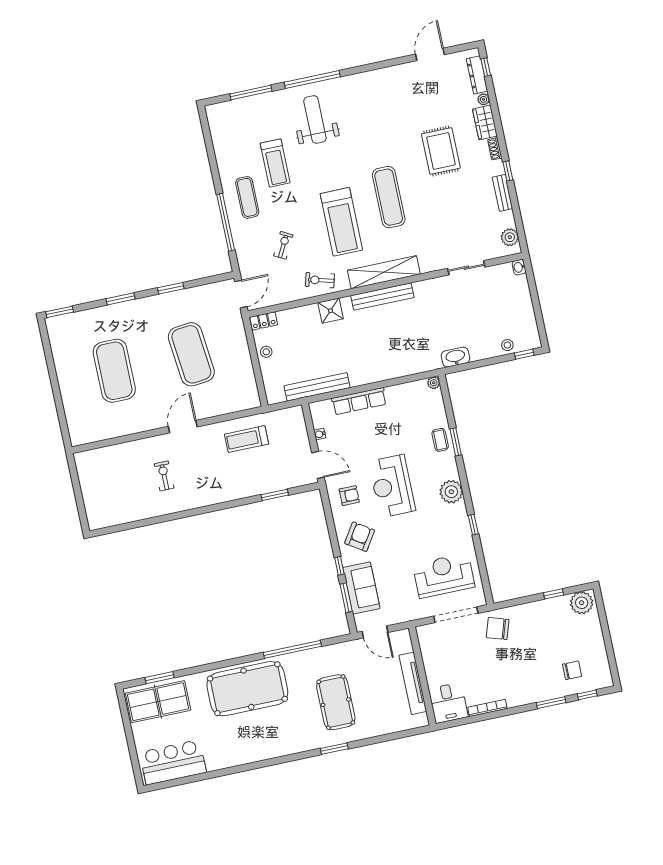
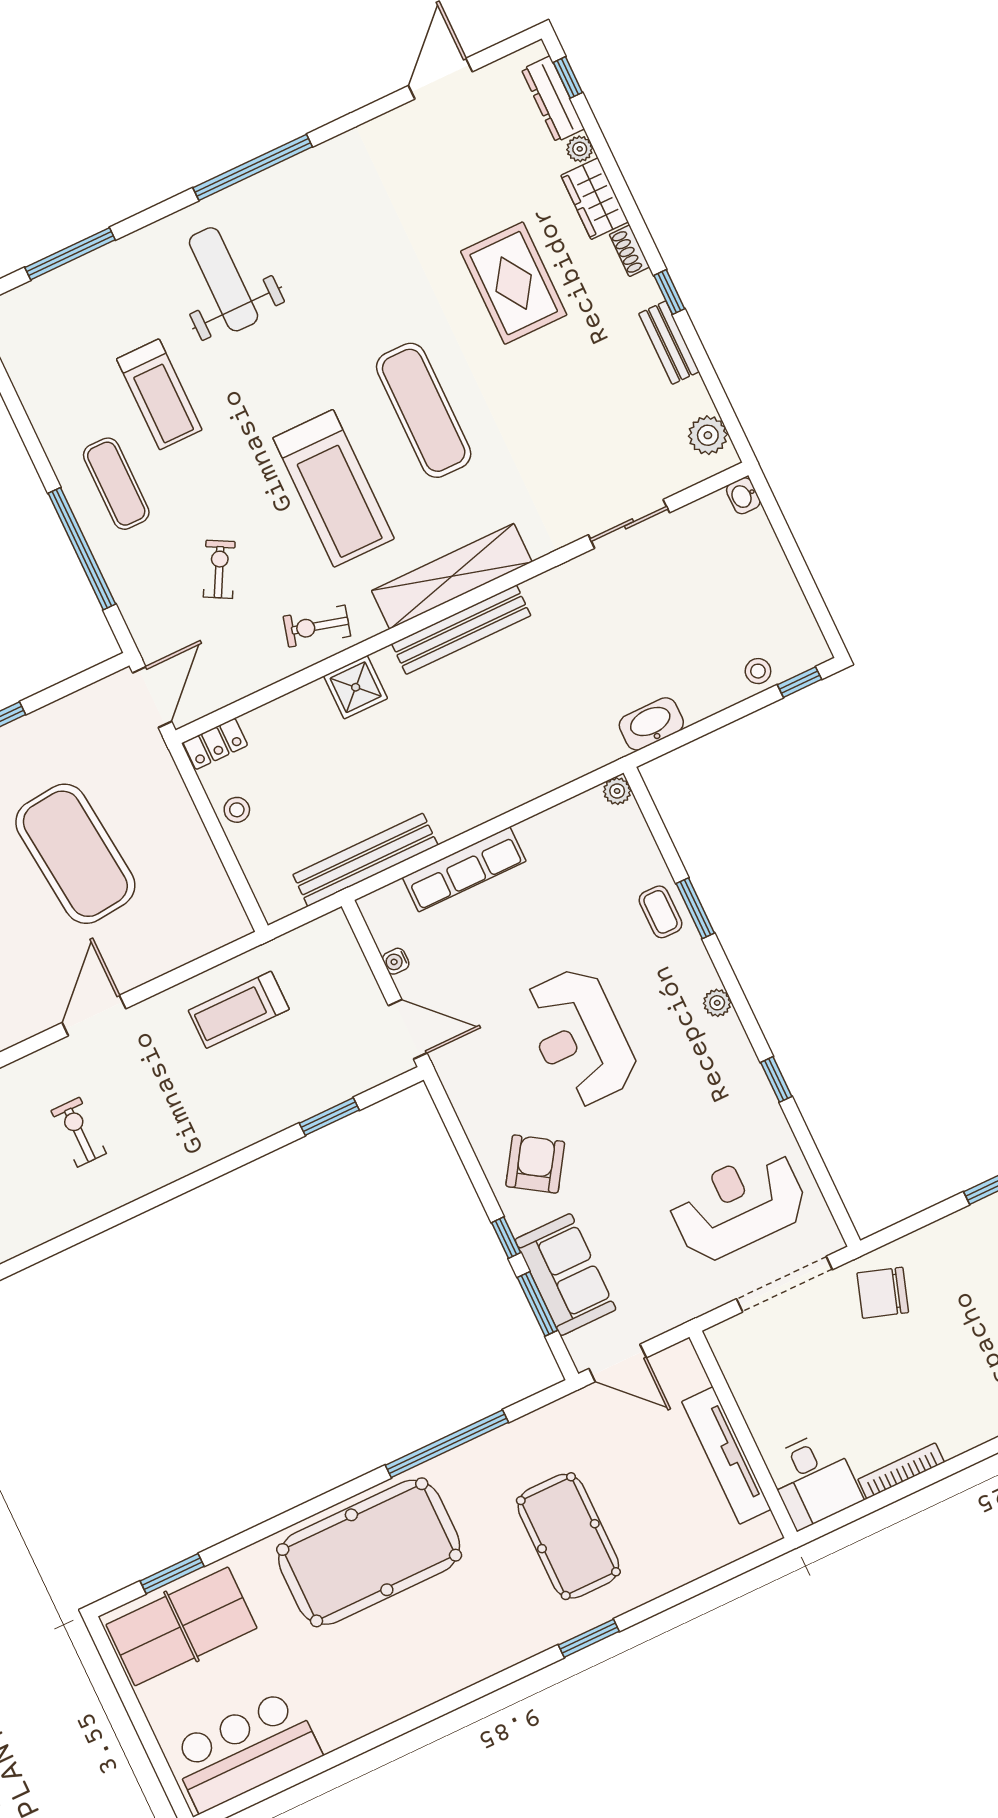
window: (312, 79) -> (253, 167), moved
plant: (451, 492) -> (717, 1003), width x0.53, depth x0.53
armchair: (349, 496) -> (491, 1080), removed

